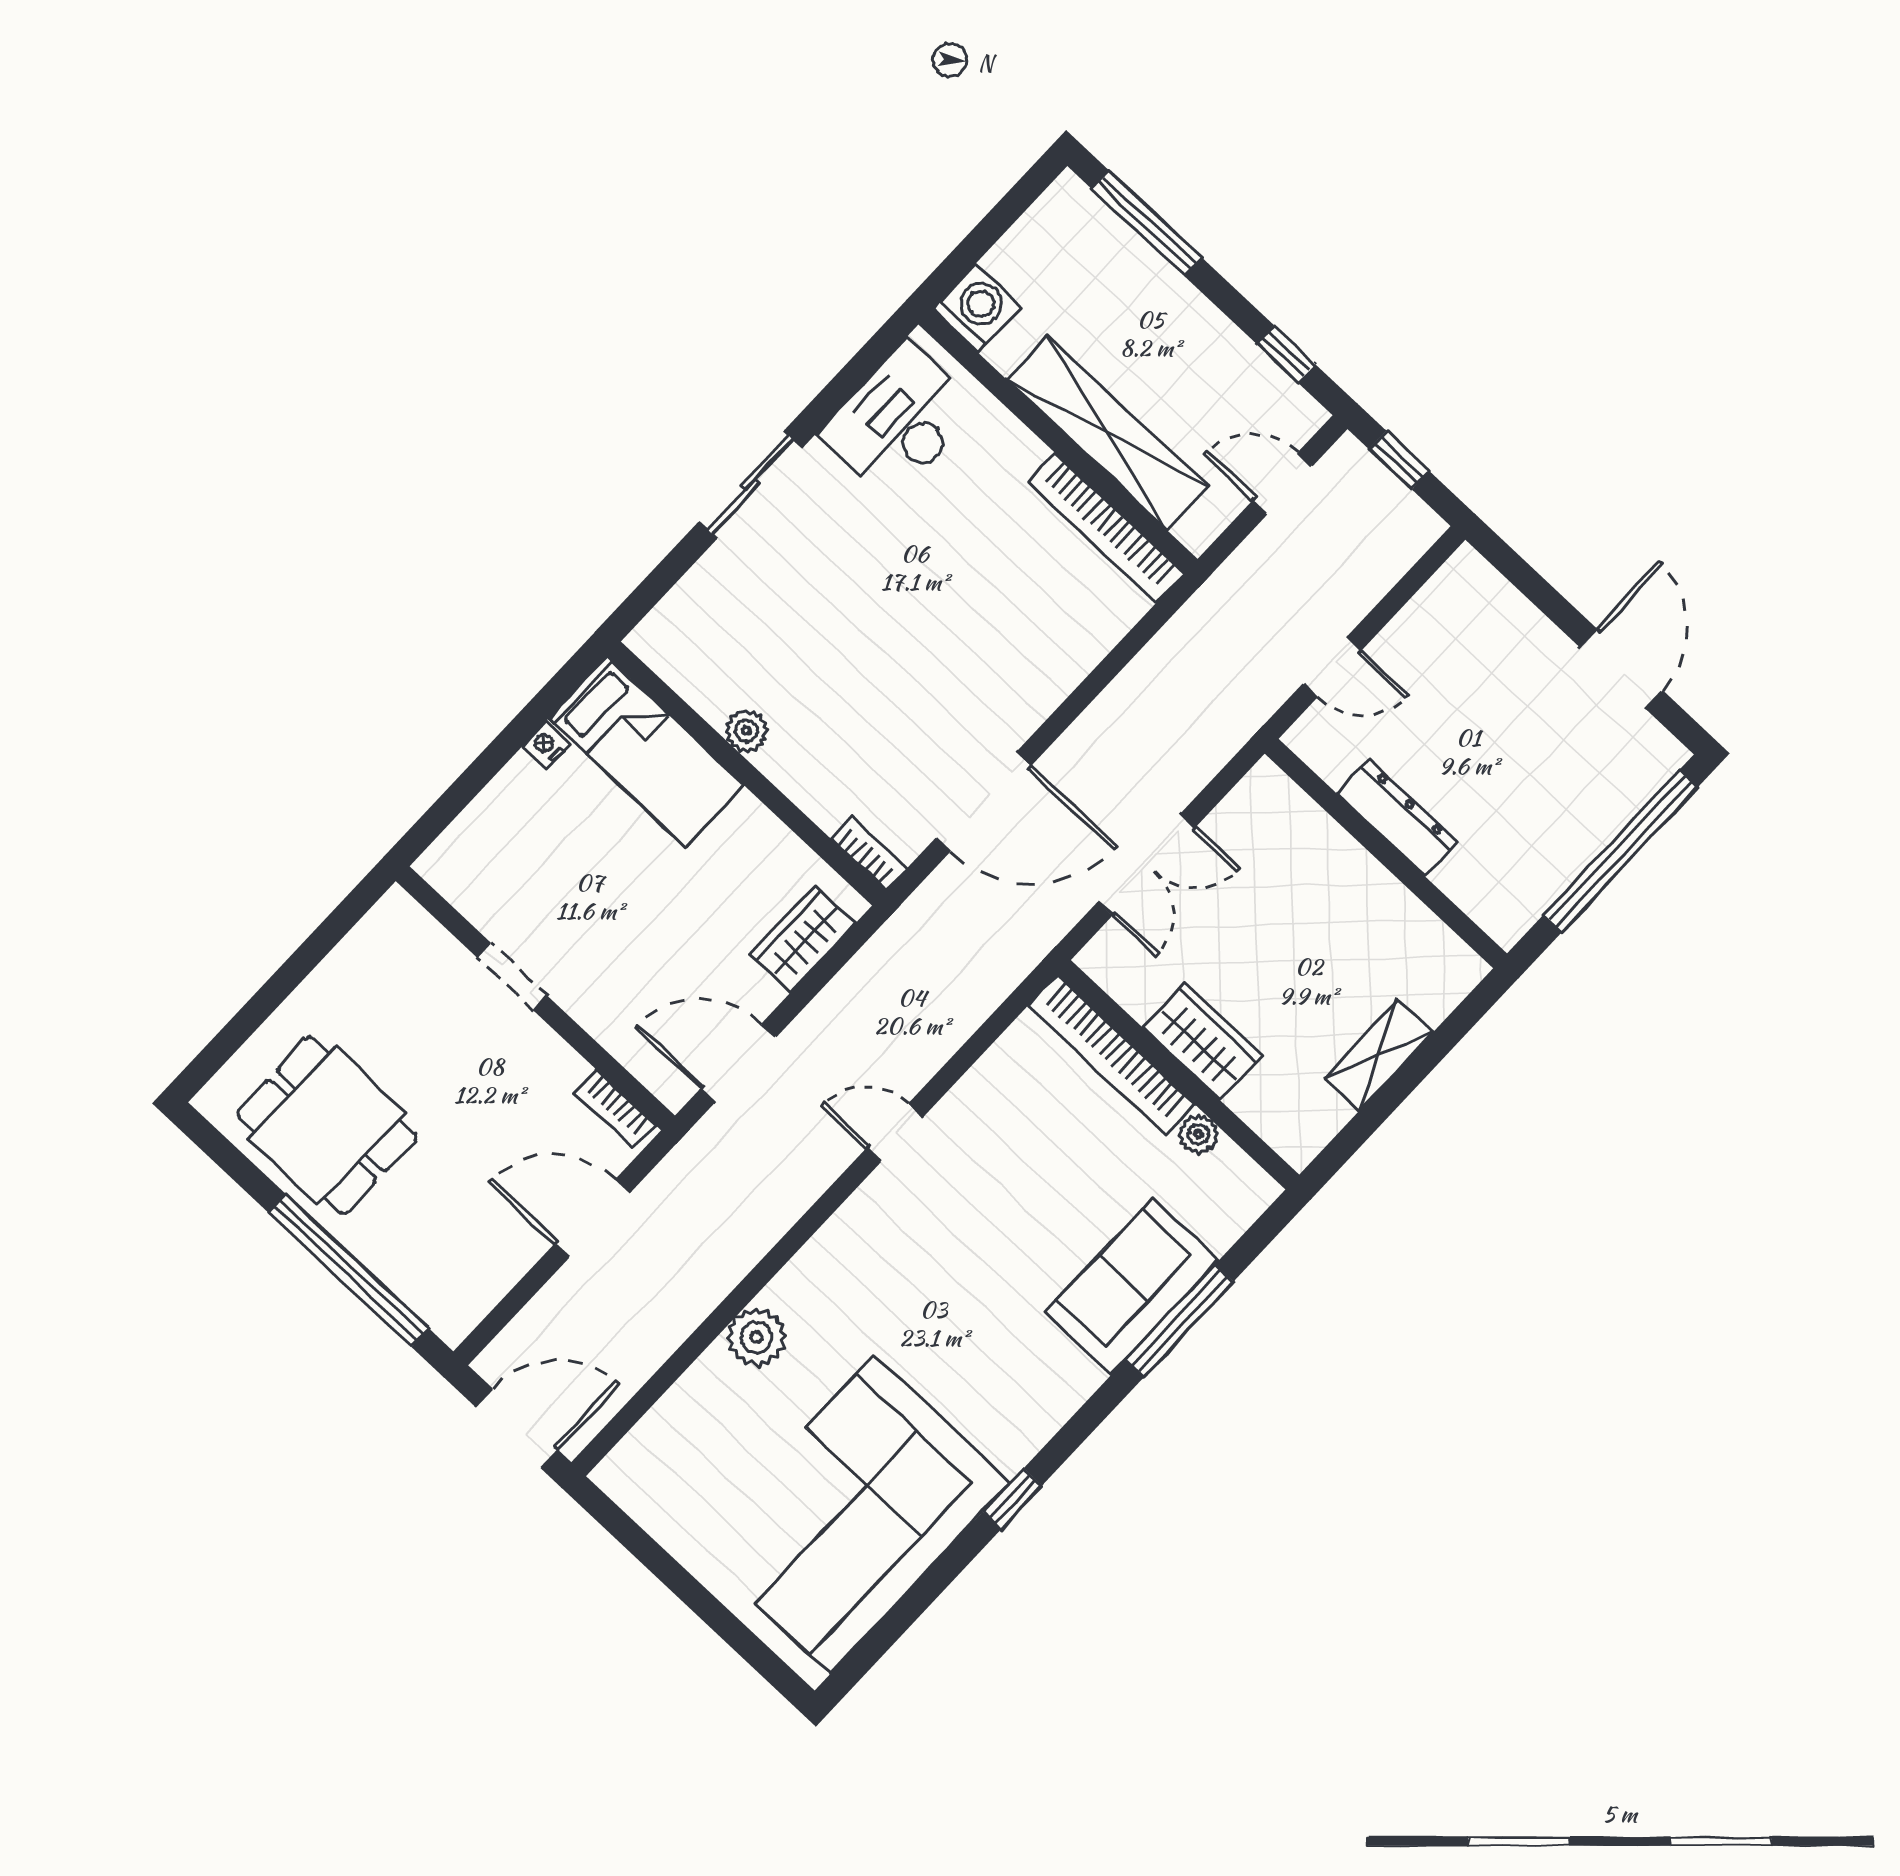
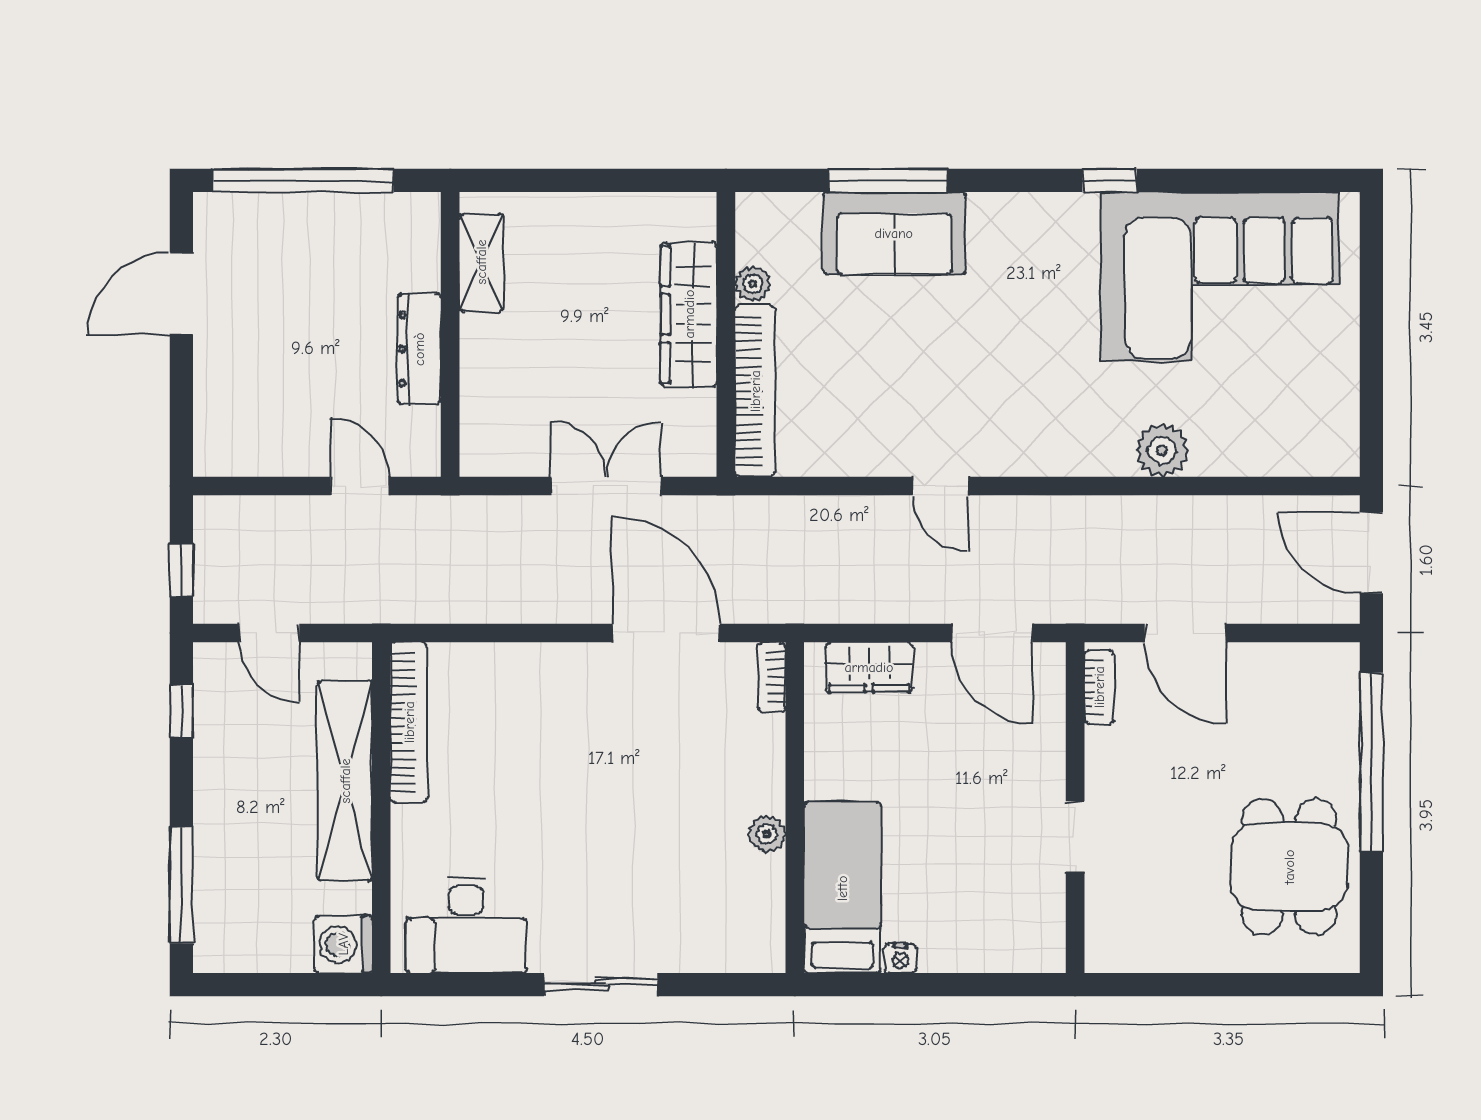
wardrobe: (1203, 1042) -> (689, 314), width x1.50
shelving: (1378, 1055) -> (481, 262), moved, turned 90

